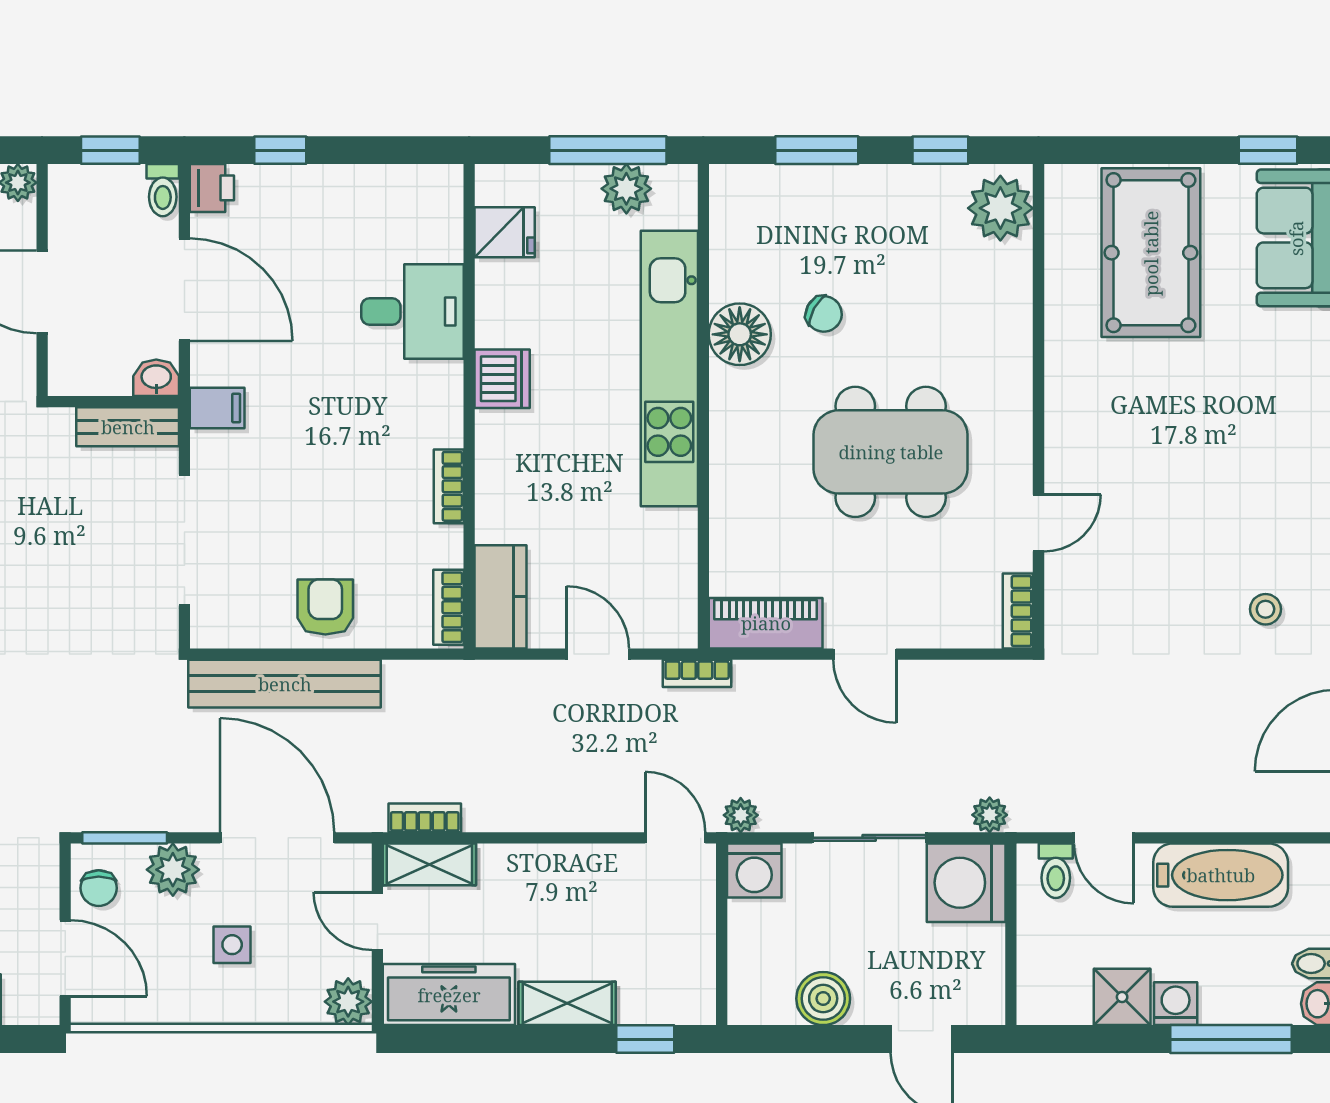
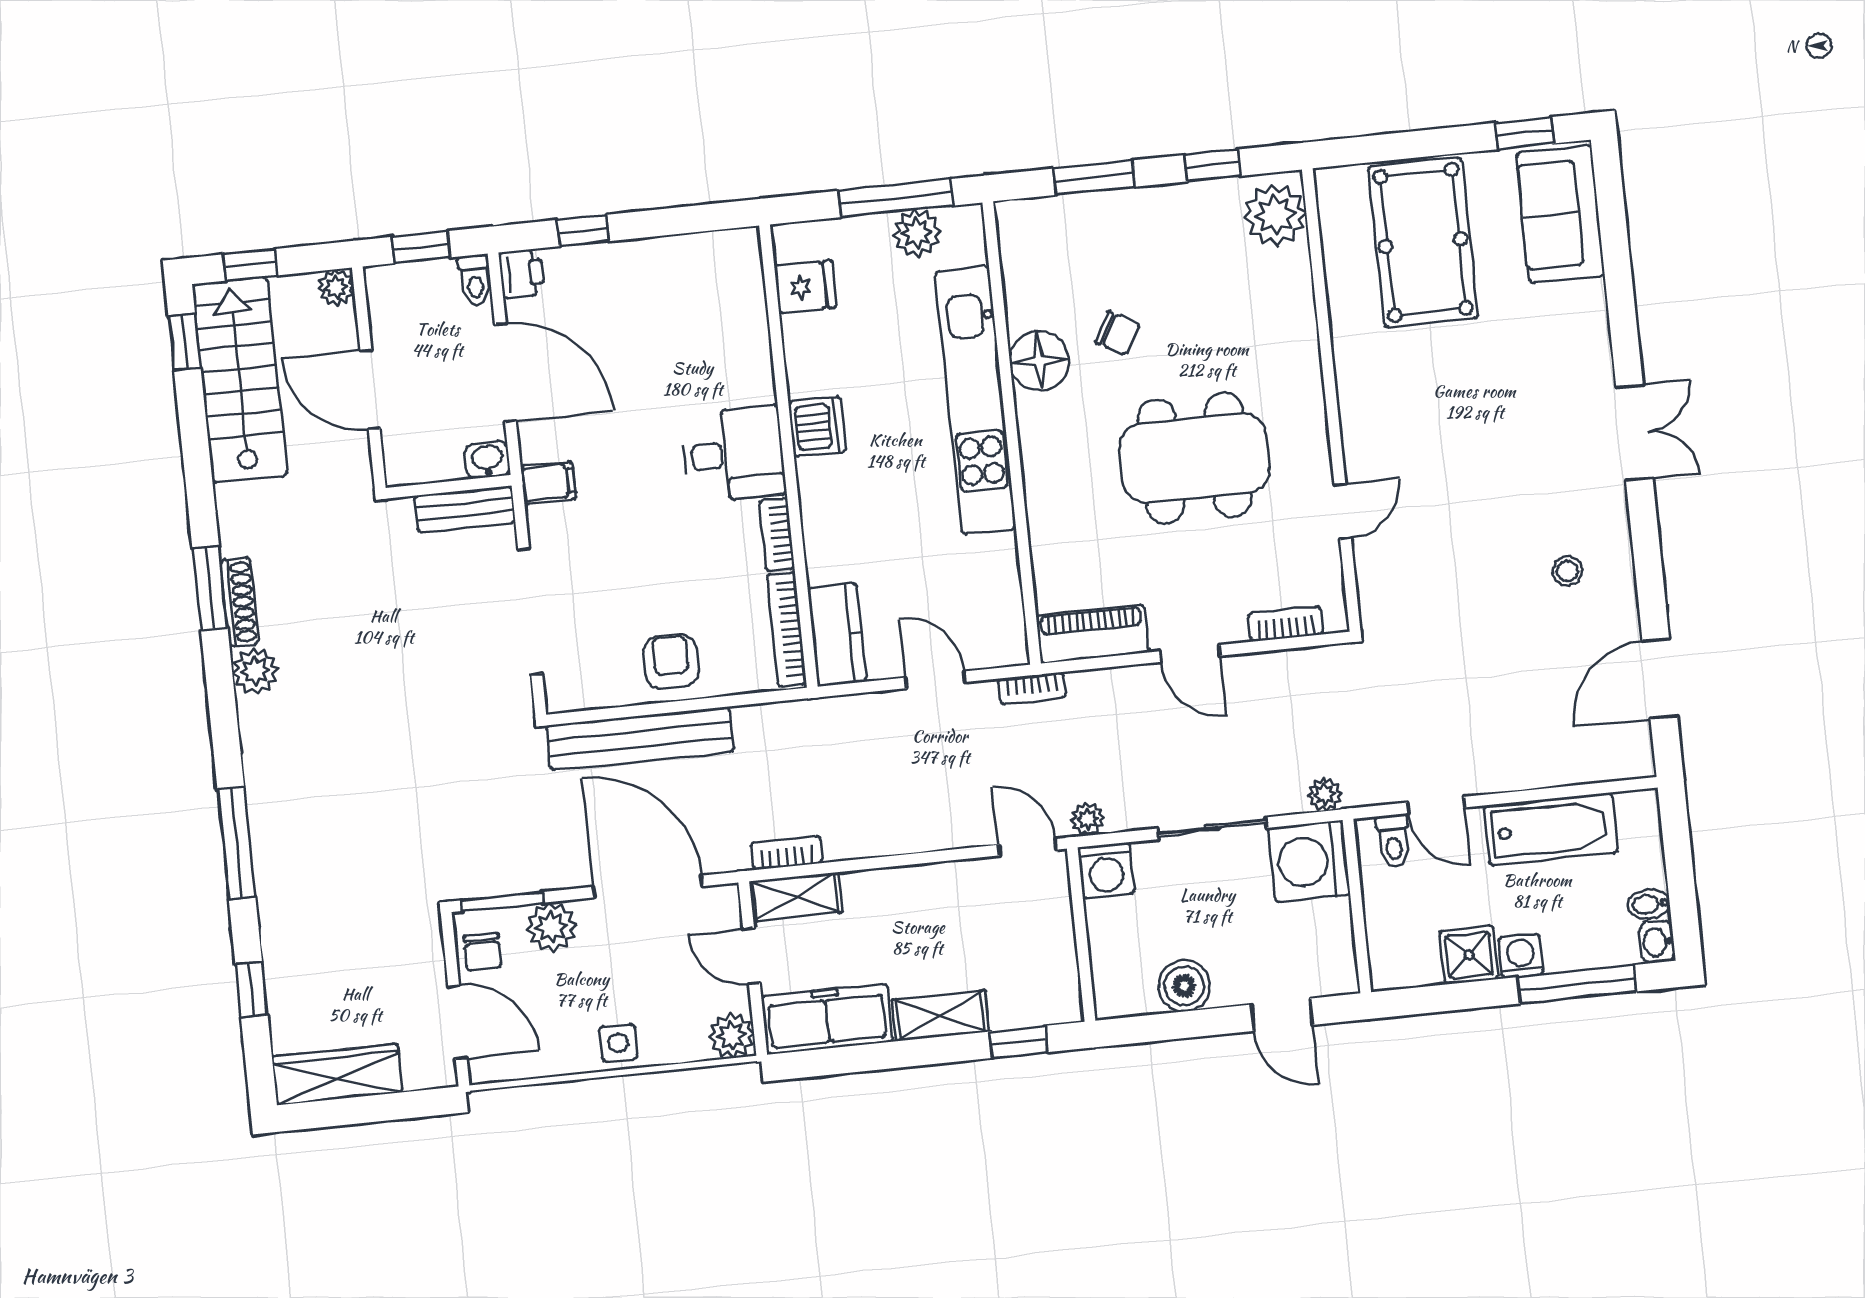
desk: (413, 312) -> (734, 454), moved
bookcase: (449, 607) -> (786, 630), width x1.56
bookcase: (1018, 611) -> (1286, 624), moved, turned 90
side table: (232, 945) -> (618, 1043), moved

